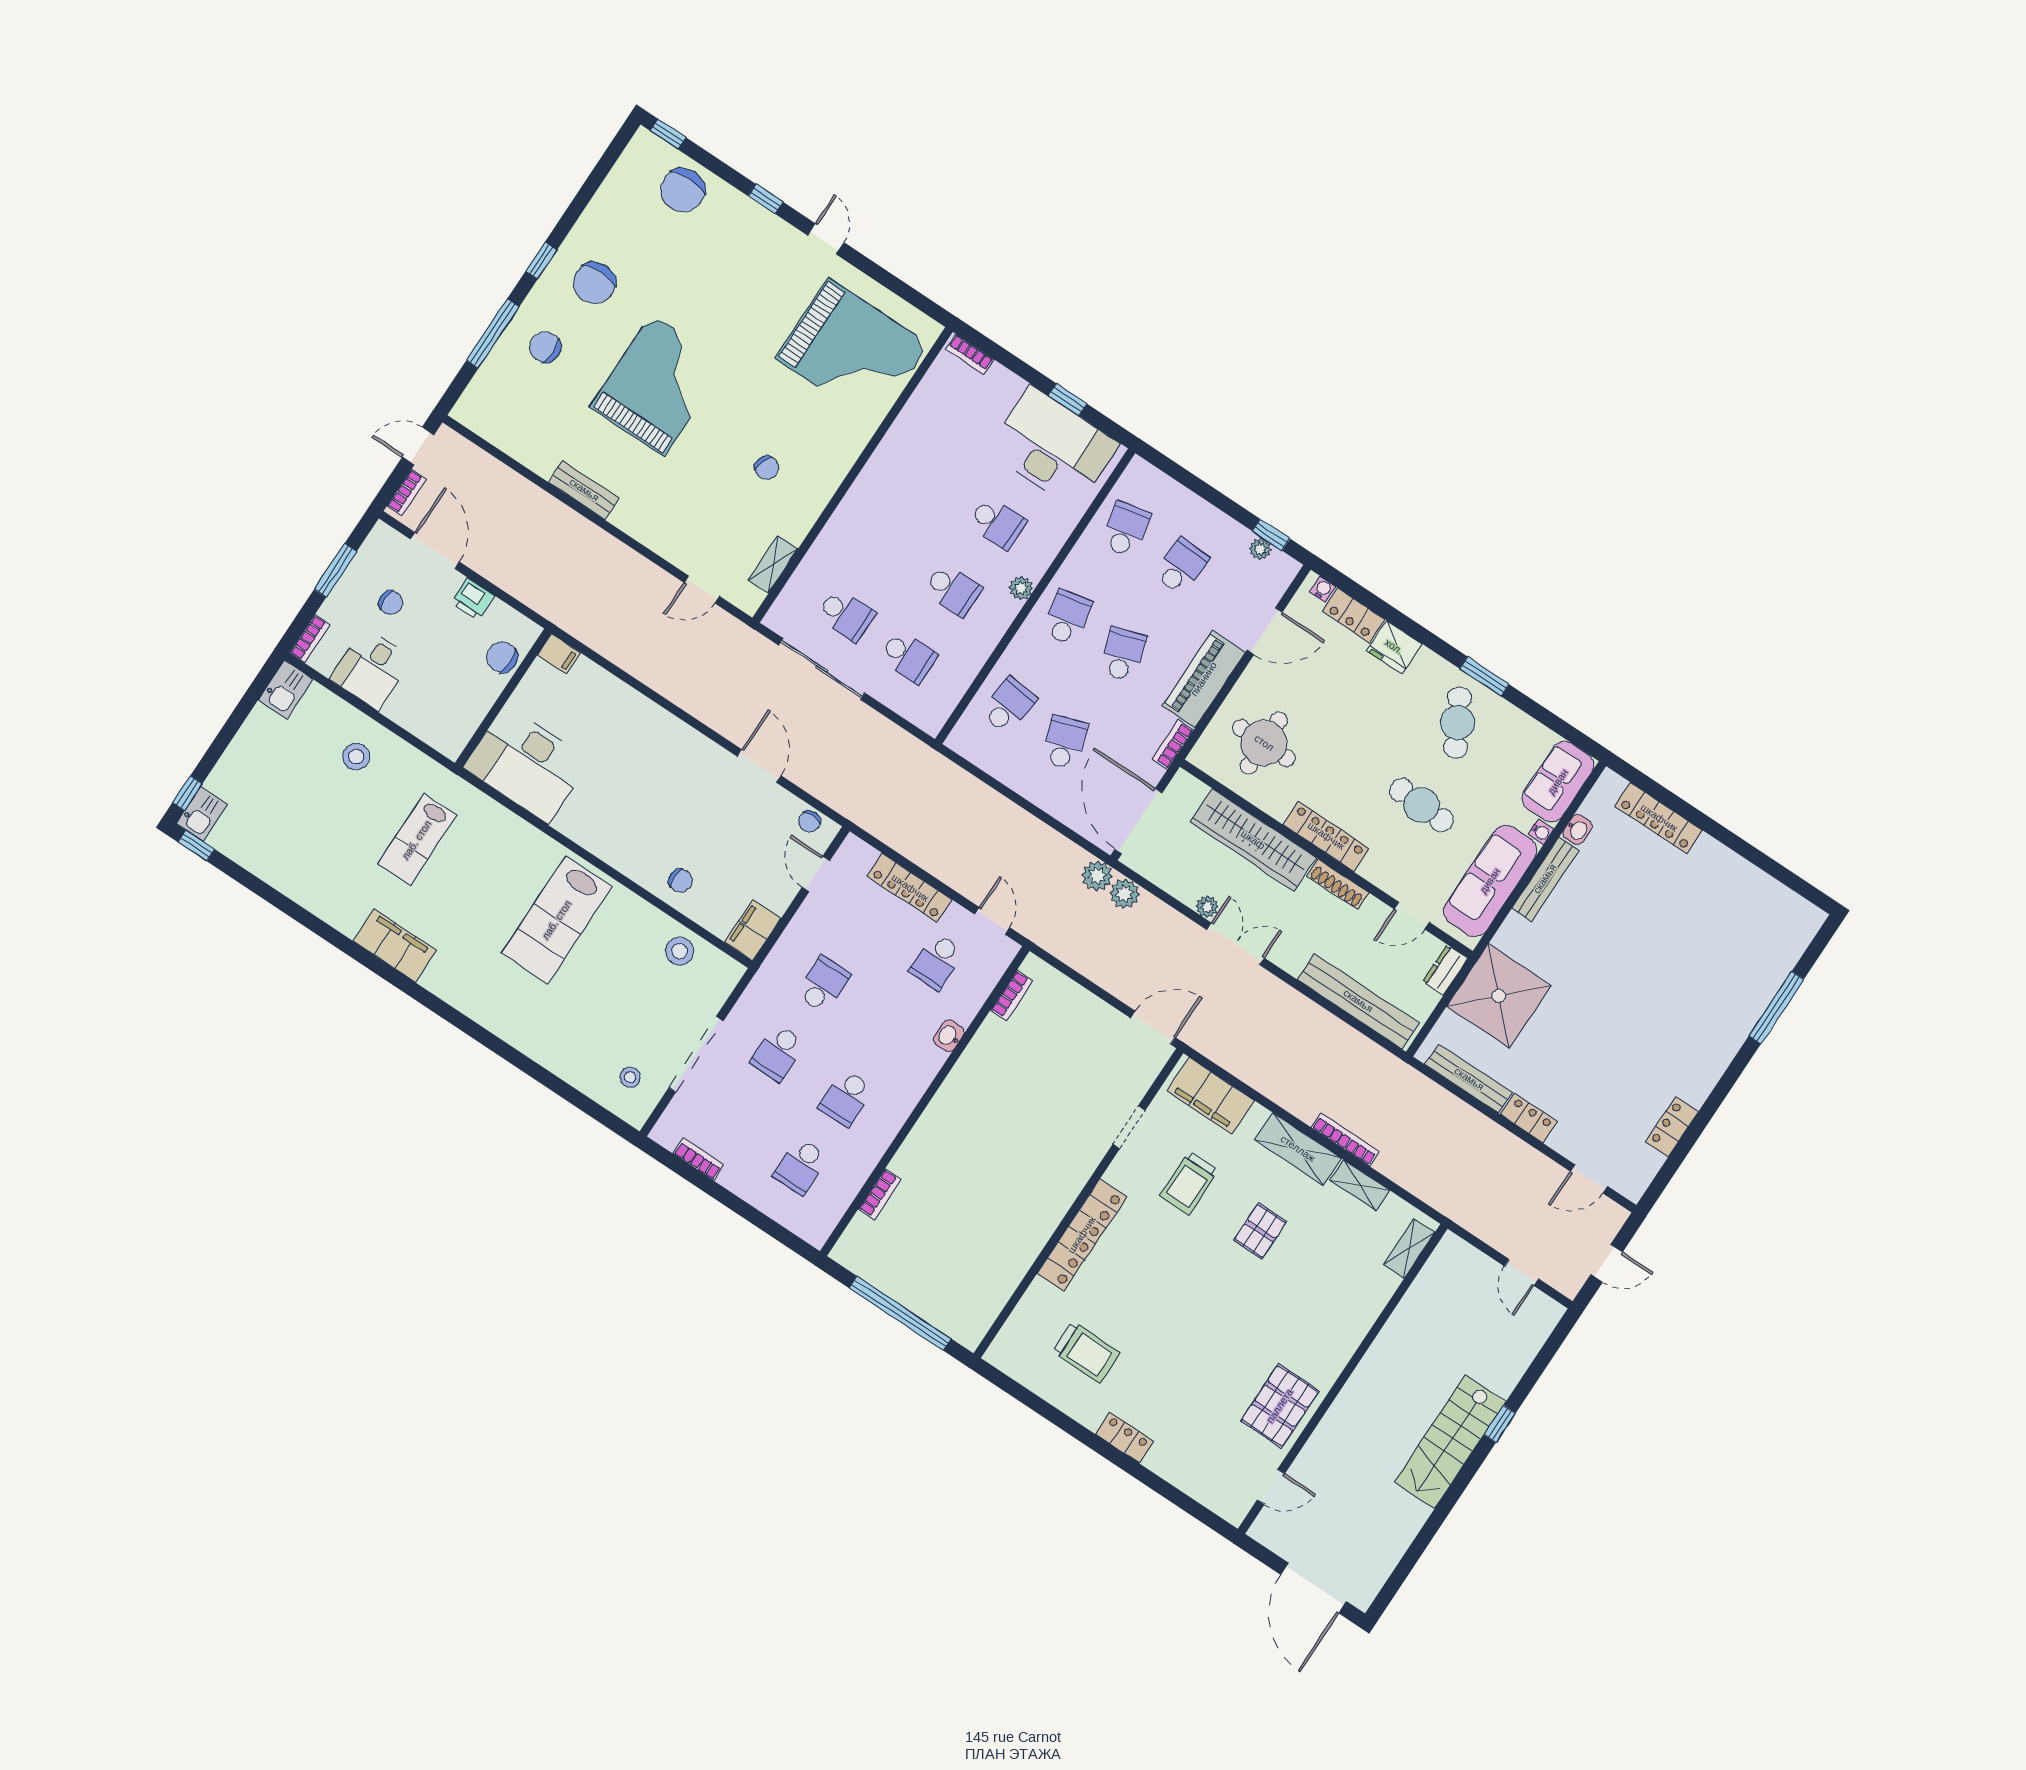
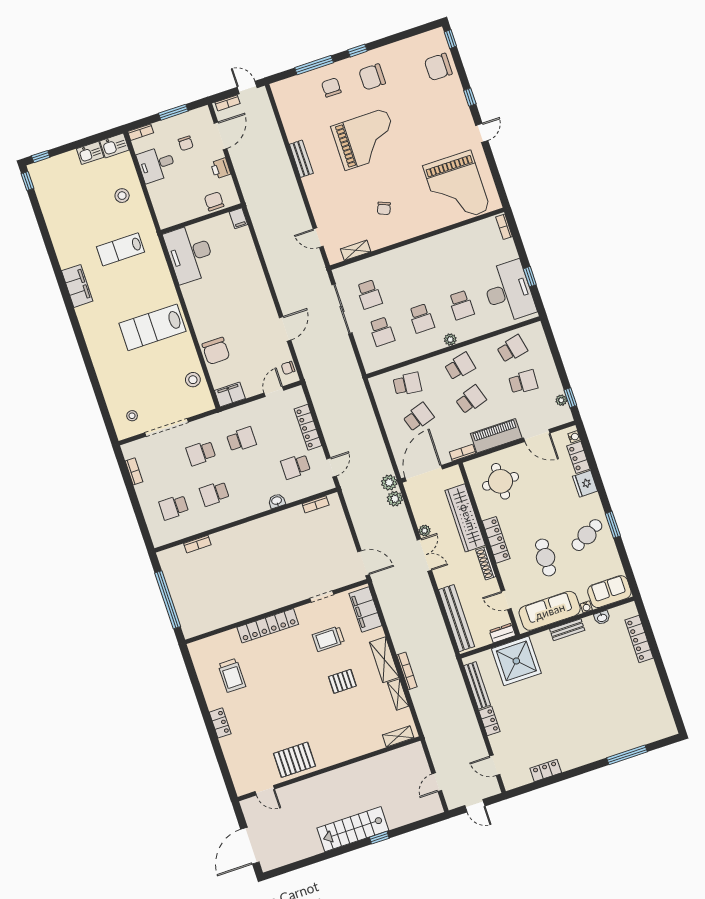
kitchen sink: (202, 814) -> (90, 153), moved
bench: (1545, 879) -> (567, 630), width x0.73
chair: (680, 881) -> (216, 351), width x1.87, depth x1.87

